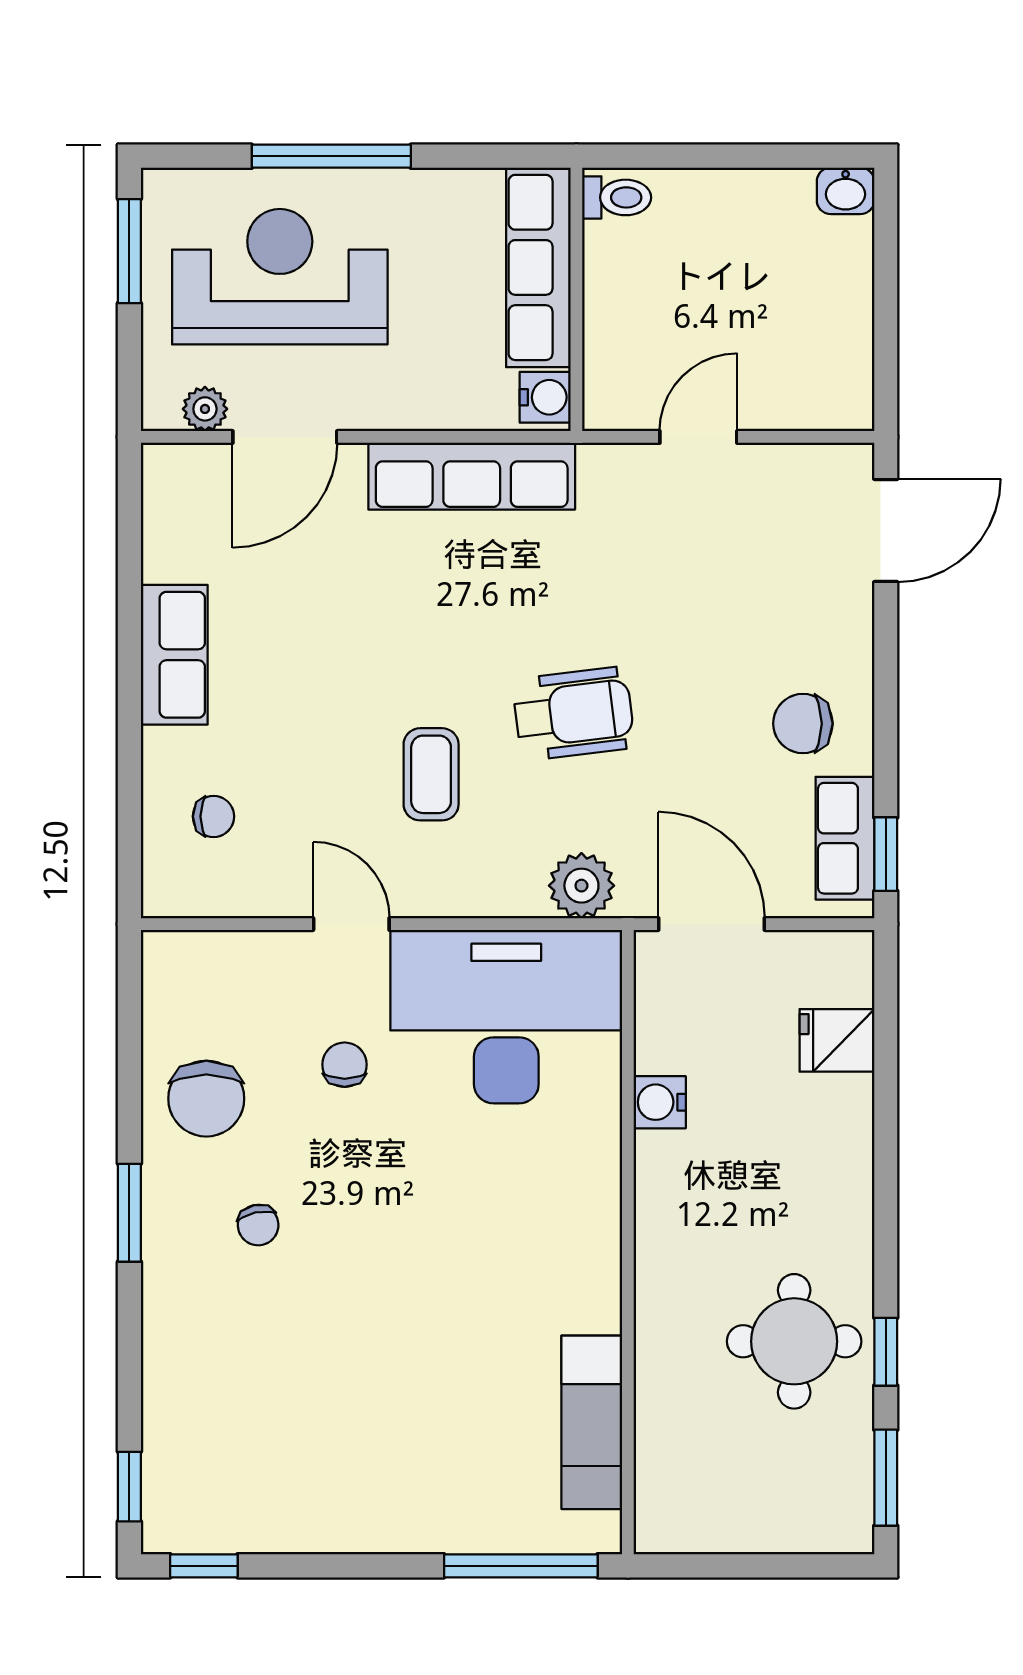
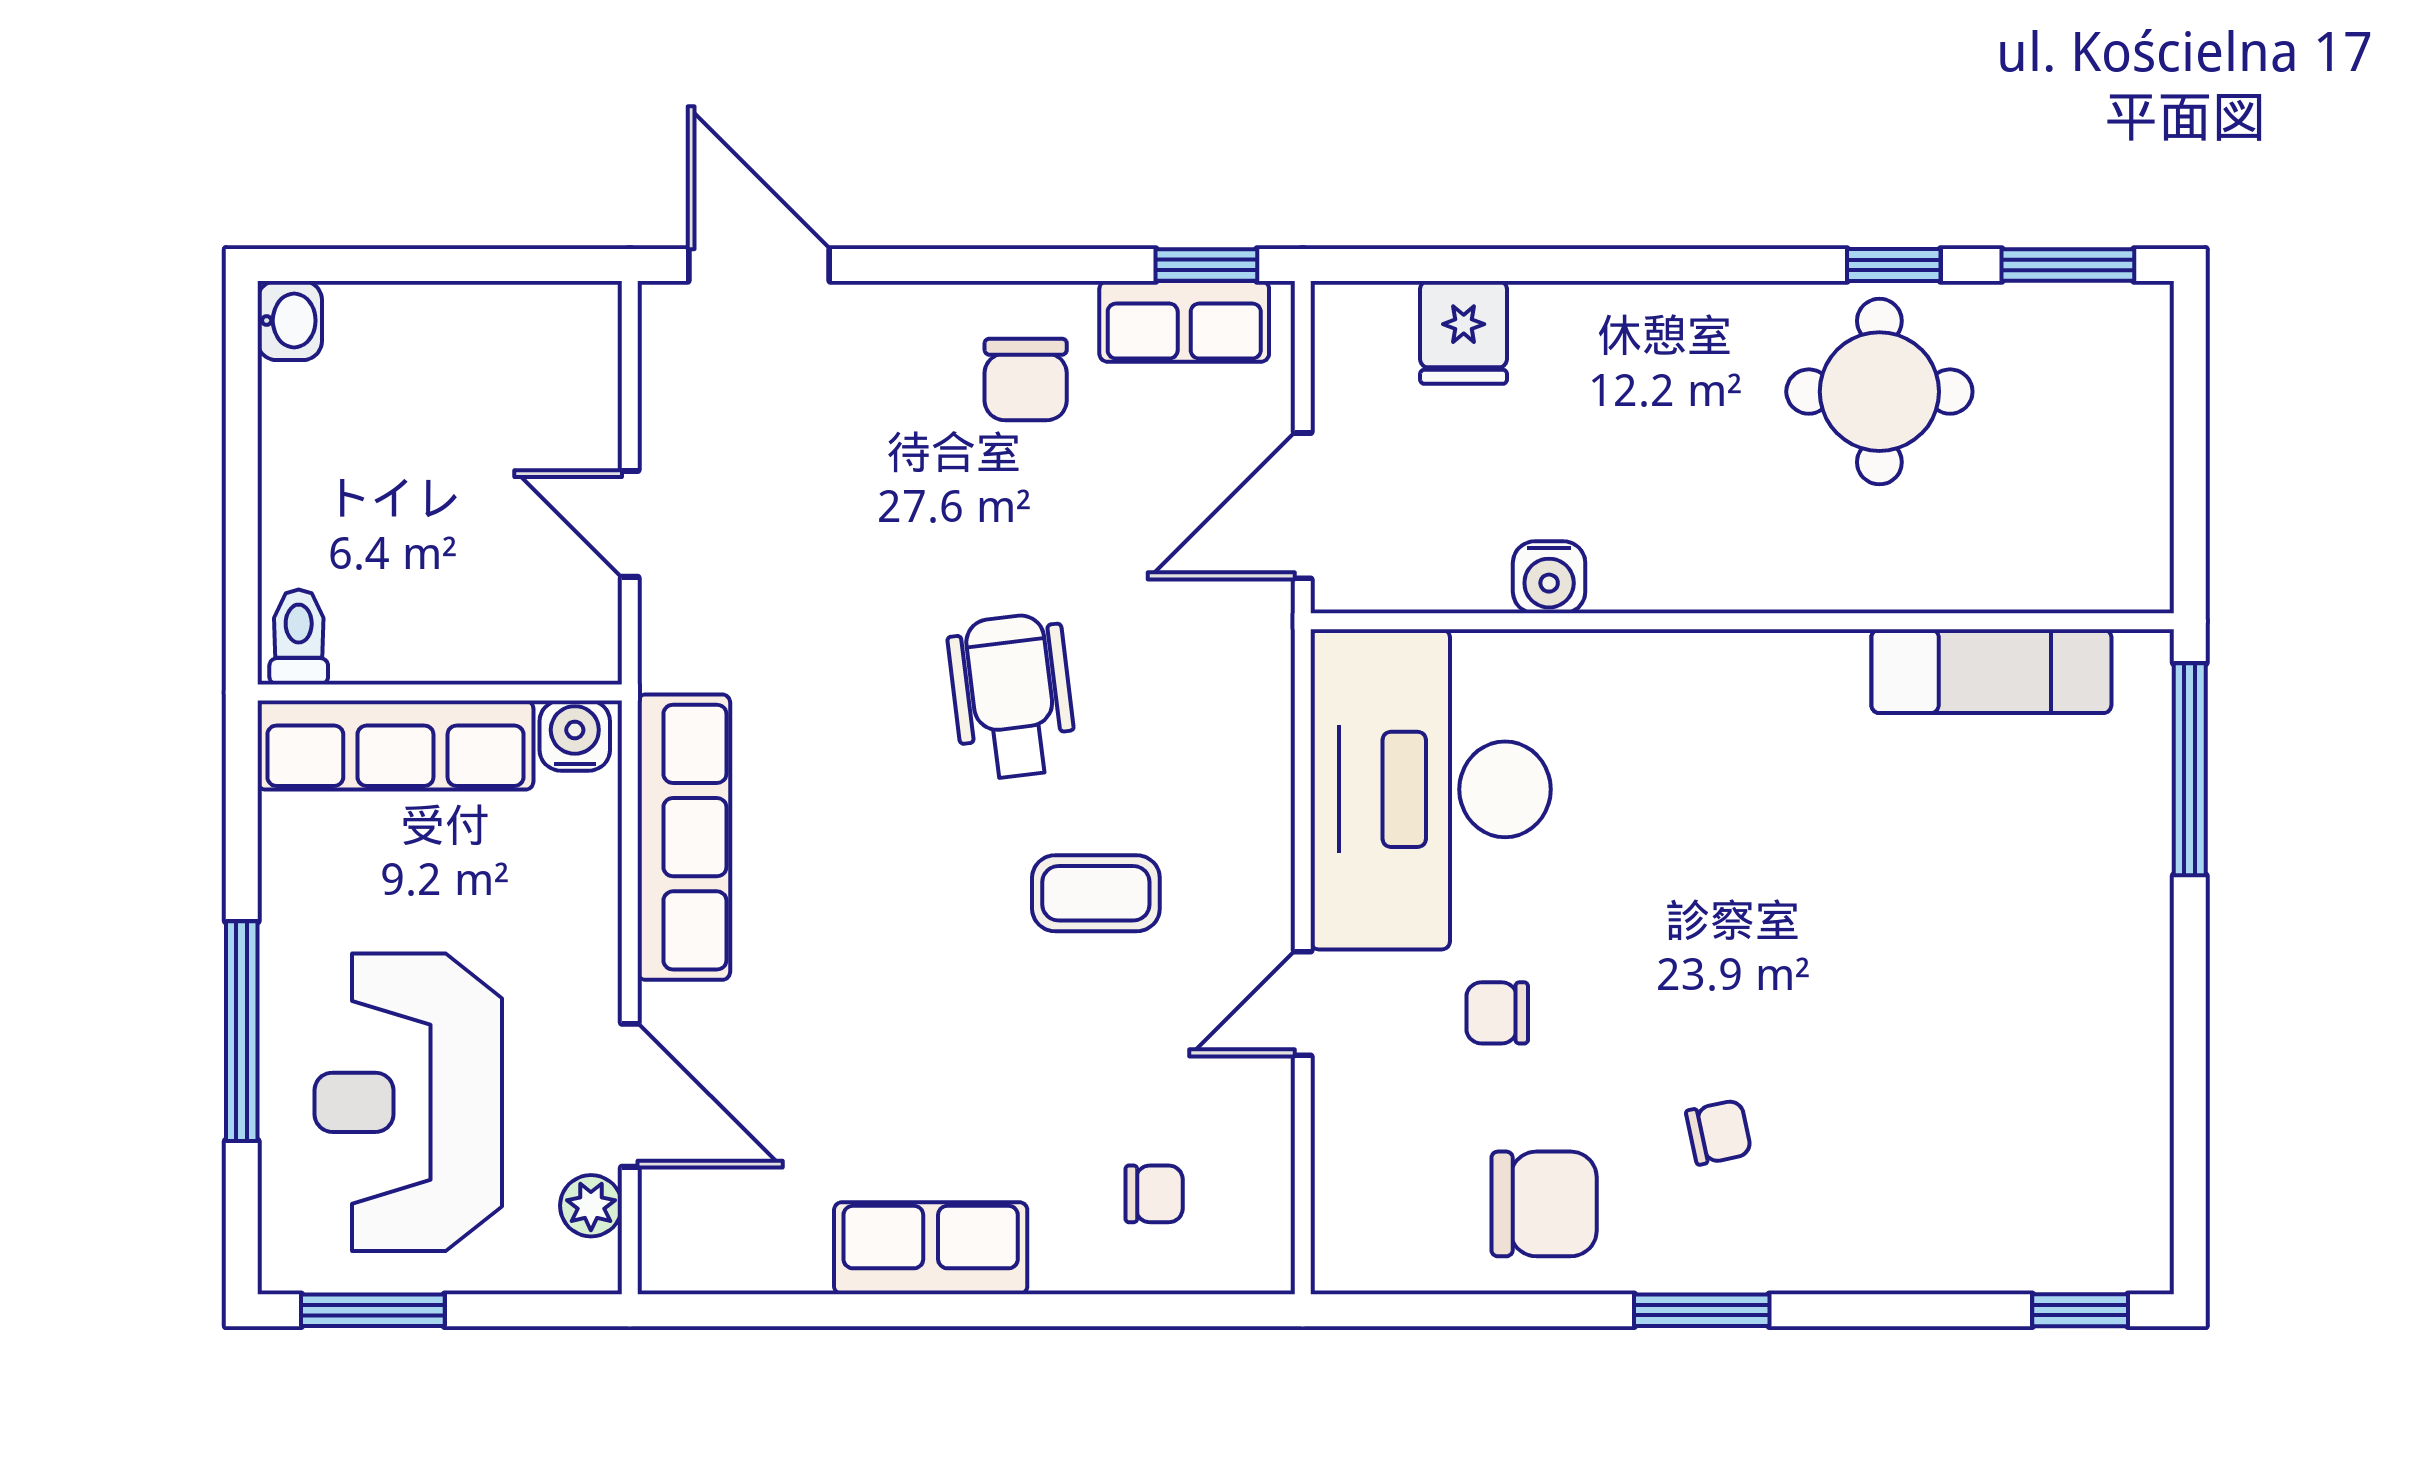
chair: (214, 816) -> (1154, 1194), turned 90
plant: (581, 886) -> (1250, 685), removed
window: (204, 1566) -> (2190, 1207), removed

